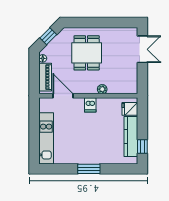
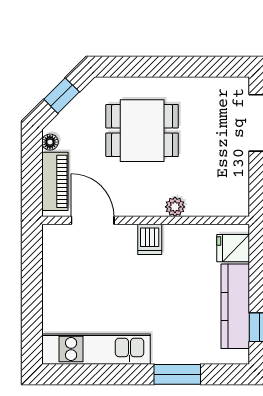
dining table: (87, 53) -> (142, 131), turned 90
kitchen unit: (46, 138) -> (96, 349), moved, turned -90
window: (89, 169) -> (177, 374), moved

